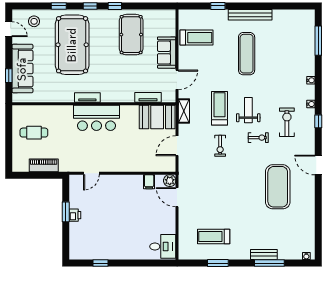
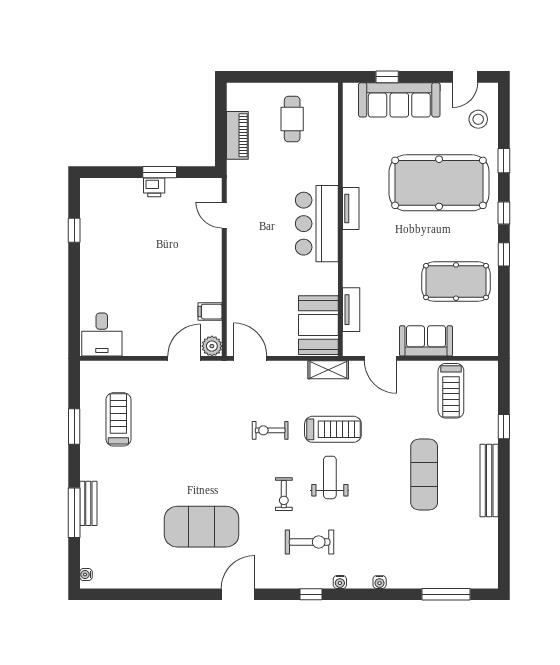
exercise mat: (247, 54) -> (424, 475), turned 90
weight bench: (248, 110) -> (330, 477), turned -90
door: (177, 146) -> (250, 358), moved

